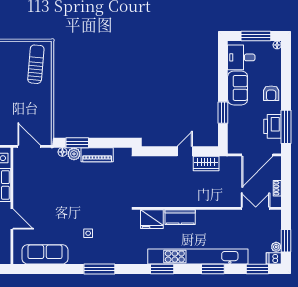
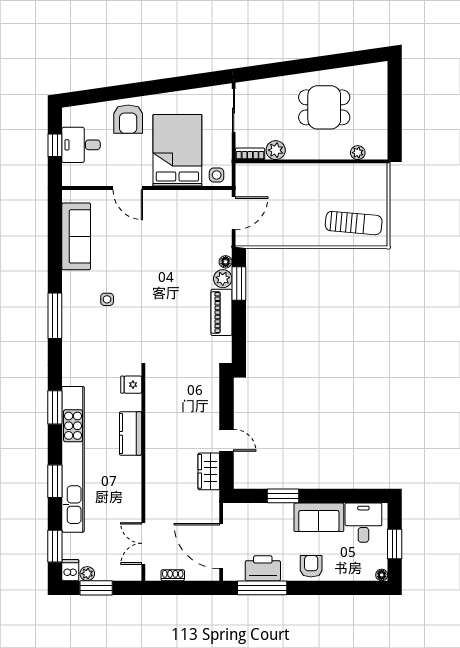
window: (256, 36) -> (395, 544), width x0.69
armchair: (271, 93) -> (311, 566), turned 90
double door: (256, 208) -> (143, 543), swing flipped
door: (12, 219) -> (128, 188), hinge flipped
fridge: (152, 219) -> (131, 385), width x0.53, depth x0.75

